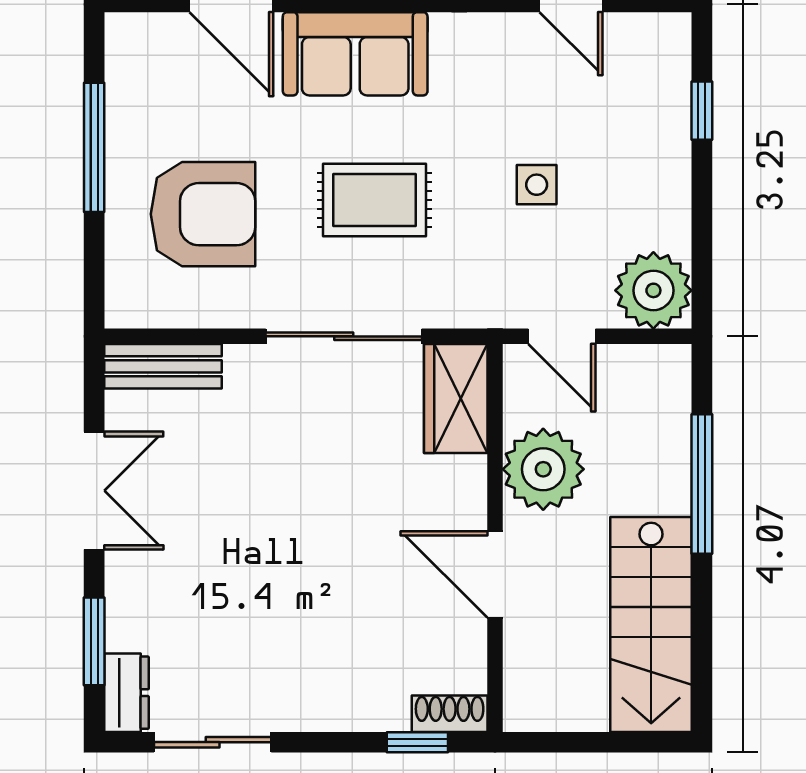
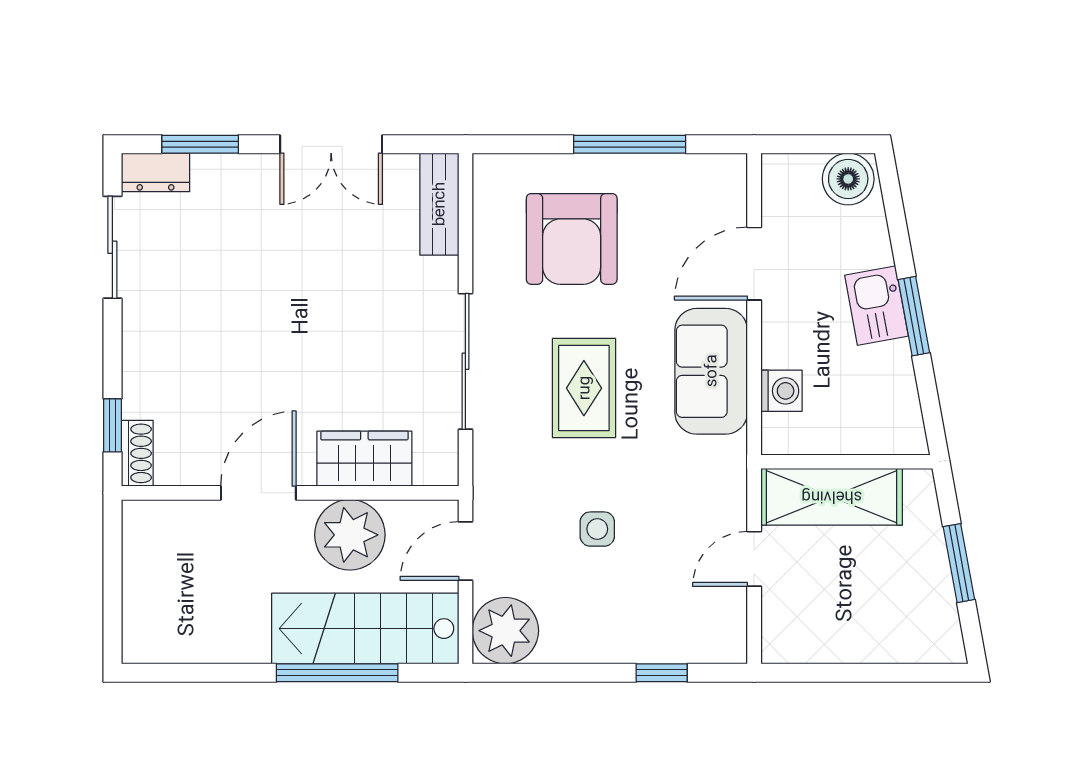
wardrobe: (456, 398) -> (364, 459), moved
stairs: (651, 624) -> (365, 629), moved

